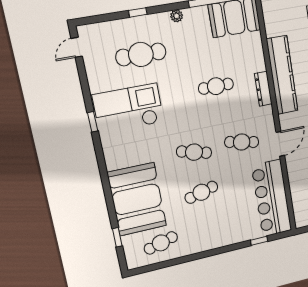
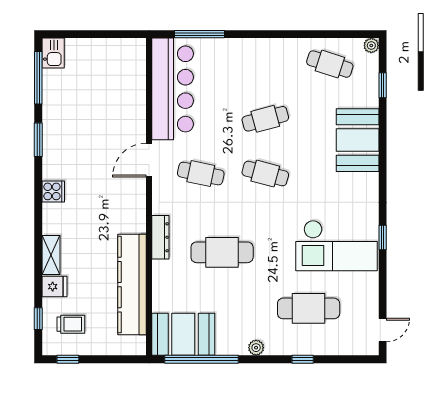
kitchen counter: (282, 75) -> (132, 285), moved
cafe table: (216, 86) -> (222, 252), width x1.37, depth x1.35
booth: (137, 199) -> (358, 140), width x0.73, depth x0.70
window: (259, 241) -> (200, 34), width x2.17
cafe table: (161, 243) -> (330, 64), turned 33
plant: (132, 264) -> (371, 45), added

